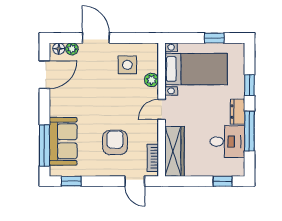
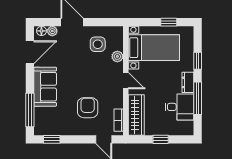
door: (162, 109) -> (126, 81), swing flipped
sofa: (63, 141) -> (45, 87), moved
window: (223, 181) -> (161, 139), moved

